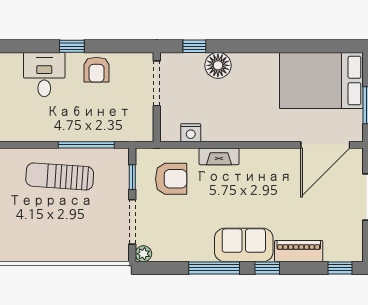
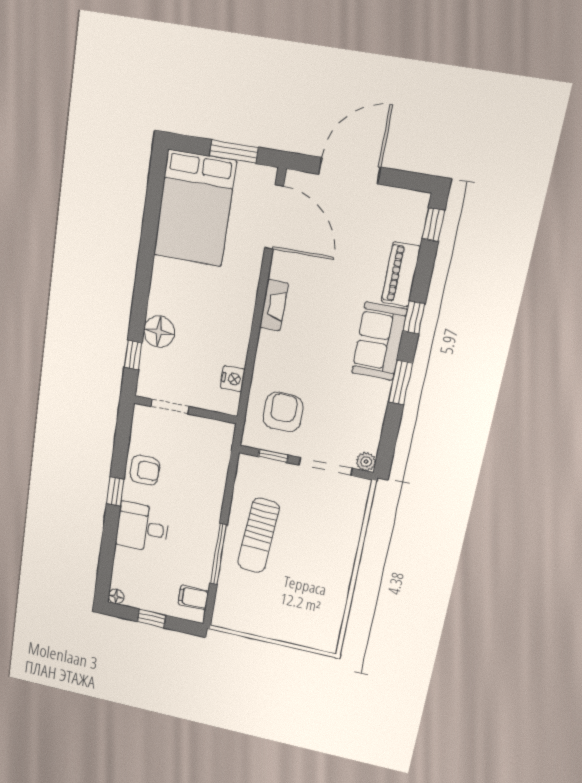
doorway: (157, 83) -> (170, 407), width x0.73
window: (86, 145) -> (218, 554), moved
fireplace: (219, 156) -> (274, 305), moved
window: (214, 268) -> (400, 382), width x0.69

